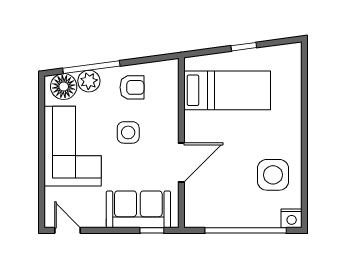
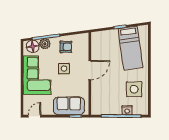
bed: (227, 90) -> (131, 48), moved, turned 82
door: (181, 163) -> (90, 70), moved
nightstand: (292, 218) -> (127, 110), moved
door: (68, 230) -> (35, 116), hinge flipped

